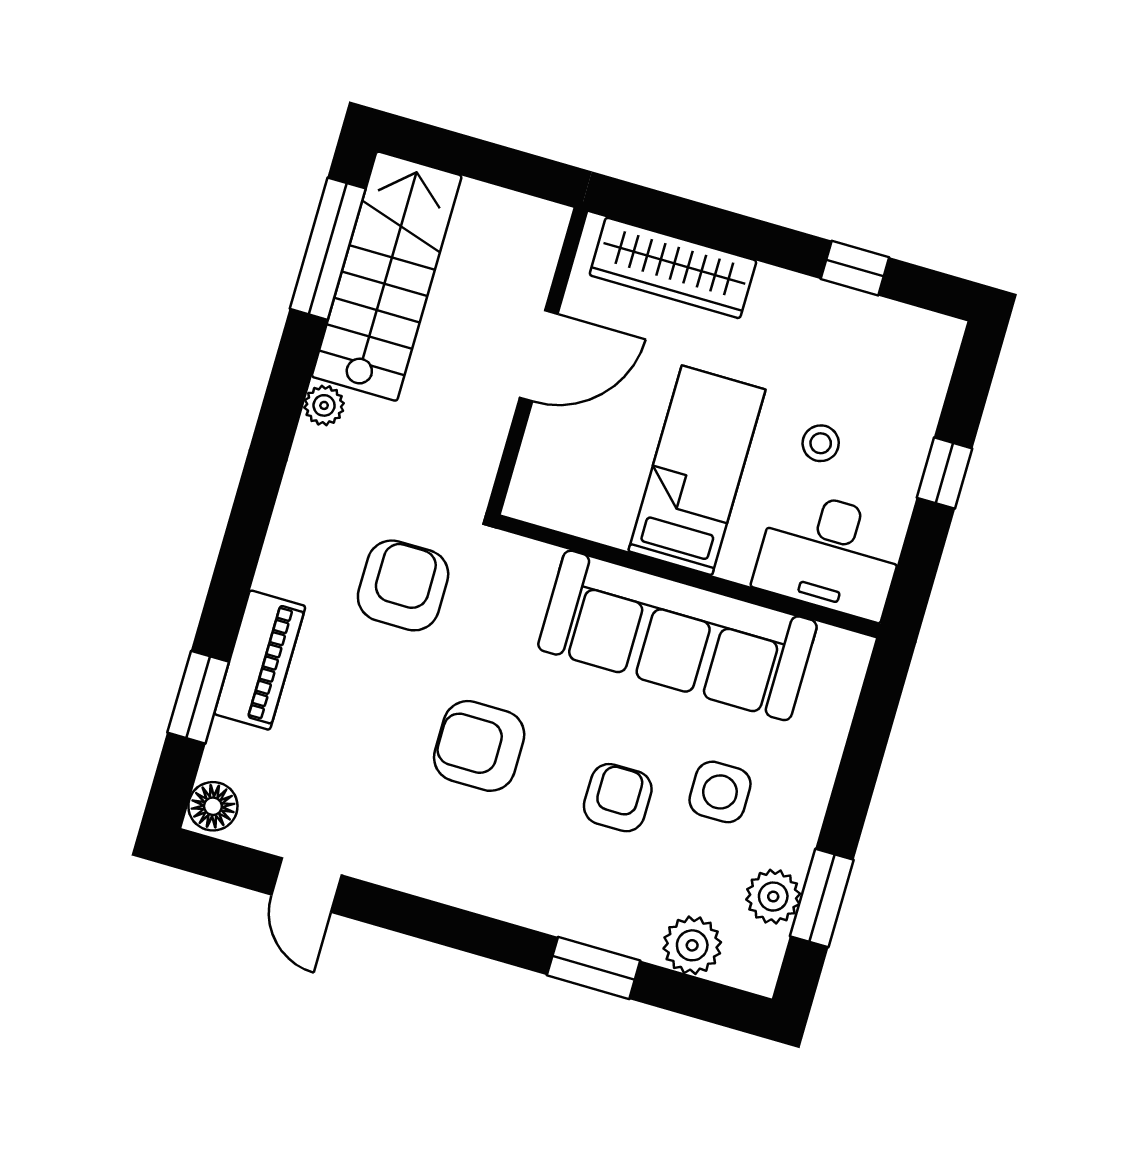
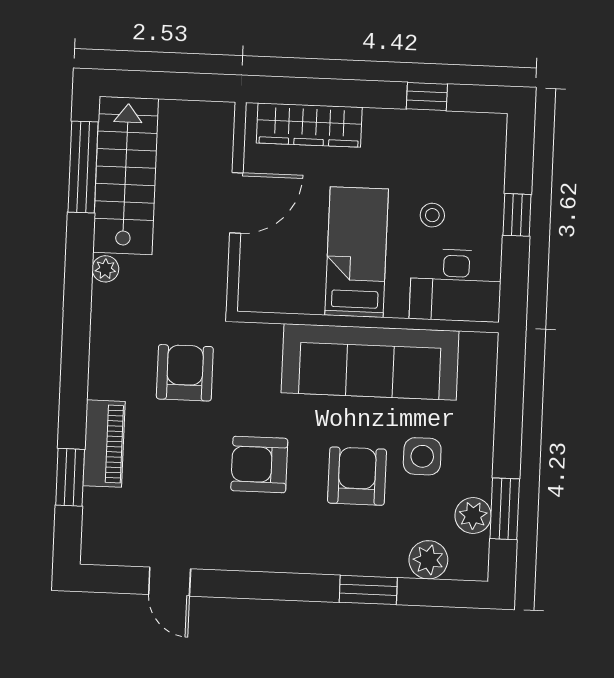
armchair: (618, 798) -> (357, 476), width x1.38, depth x1.38
floor lamp: (213, 806) -> (97, 545), removed

